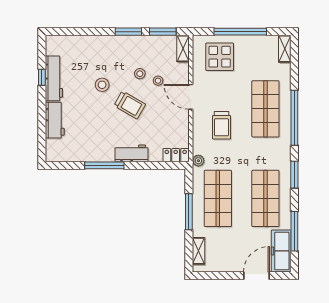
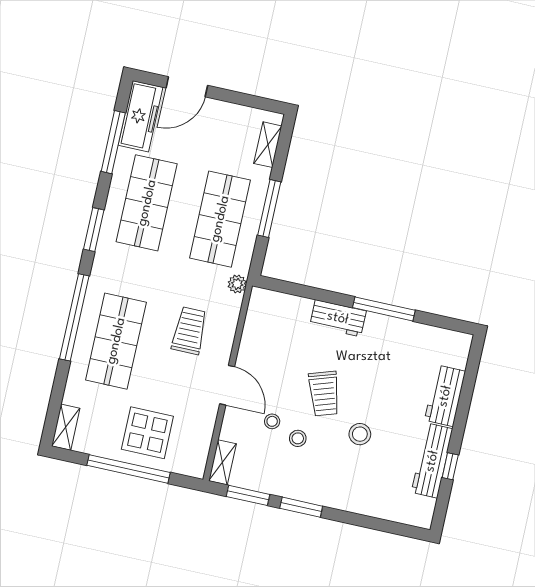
display table: (220, 57) -> (147, 433), moved
trolley: (130, 105) -> (324, 394), turned -138
locker: (176, 155) -> (270, 300), removed

